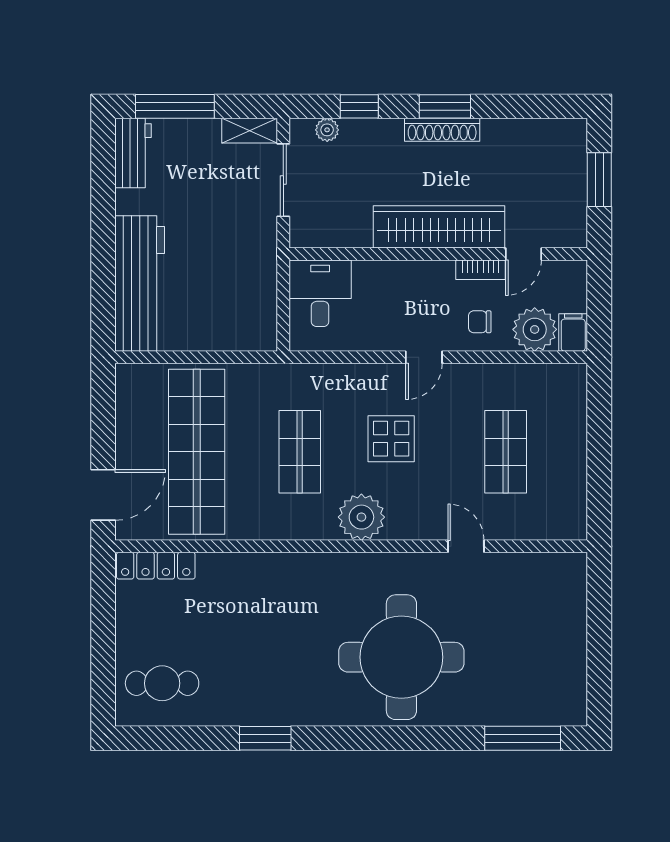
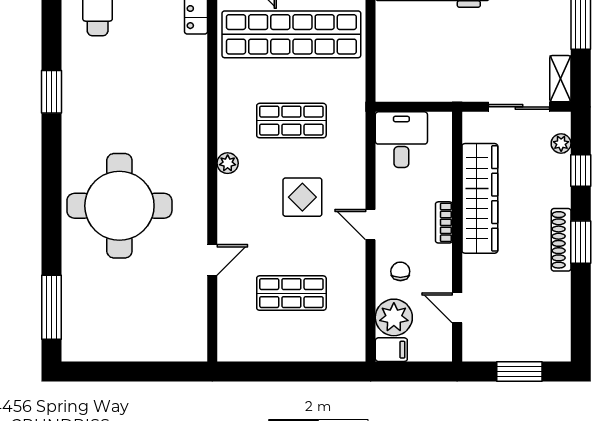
wardrobe: (439, 227) -> (480, 198), moved
bookcase: (481, 270) -> (444, 222), moved
desk: (320, 293) -> (401, 140), moved, turned -90
plant: (361, 517) -> (228, 163), width x0.53, depth x0.53

